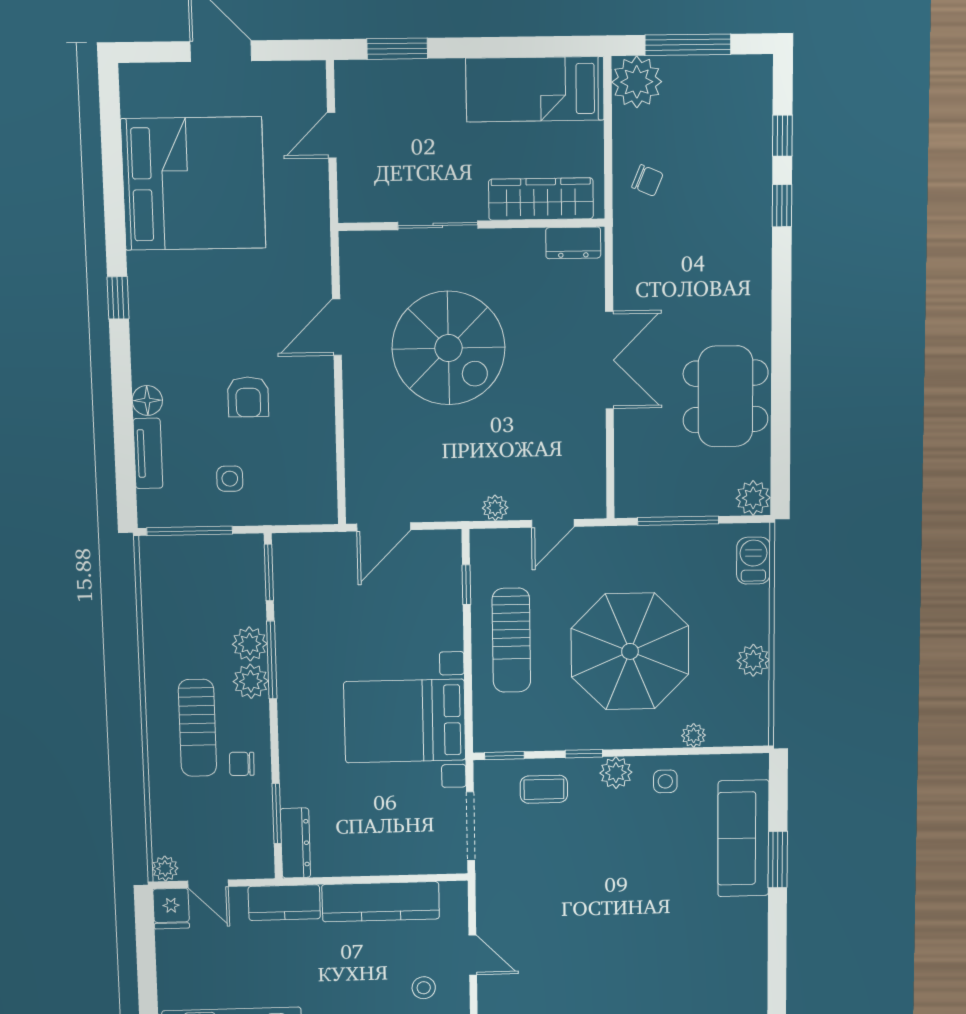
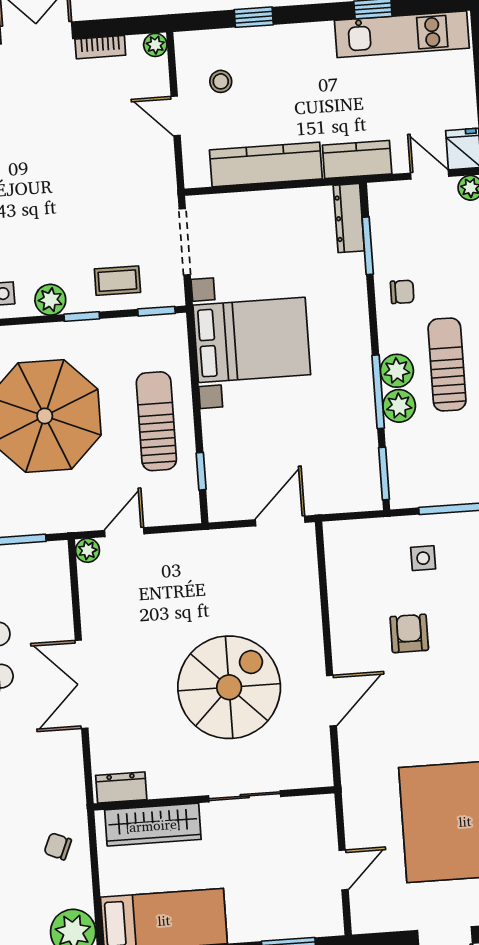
spiral stairs: (449, 348) -> (229, 687), turned 90
plant: (495, 508) -> (88, 550), moved
sun lounger: (197, 728) -> (447, 365), moved

